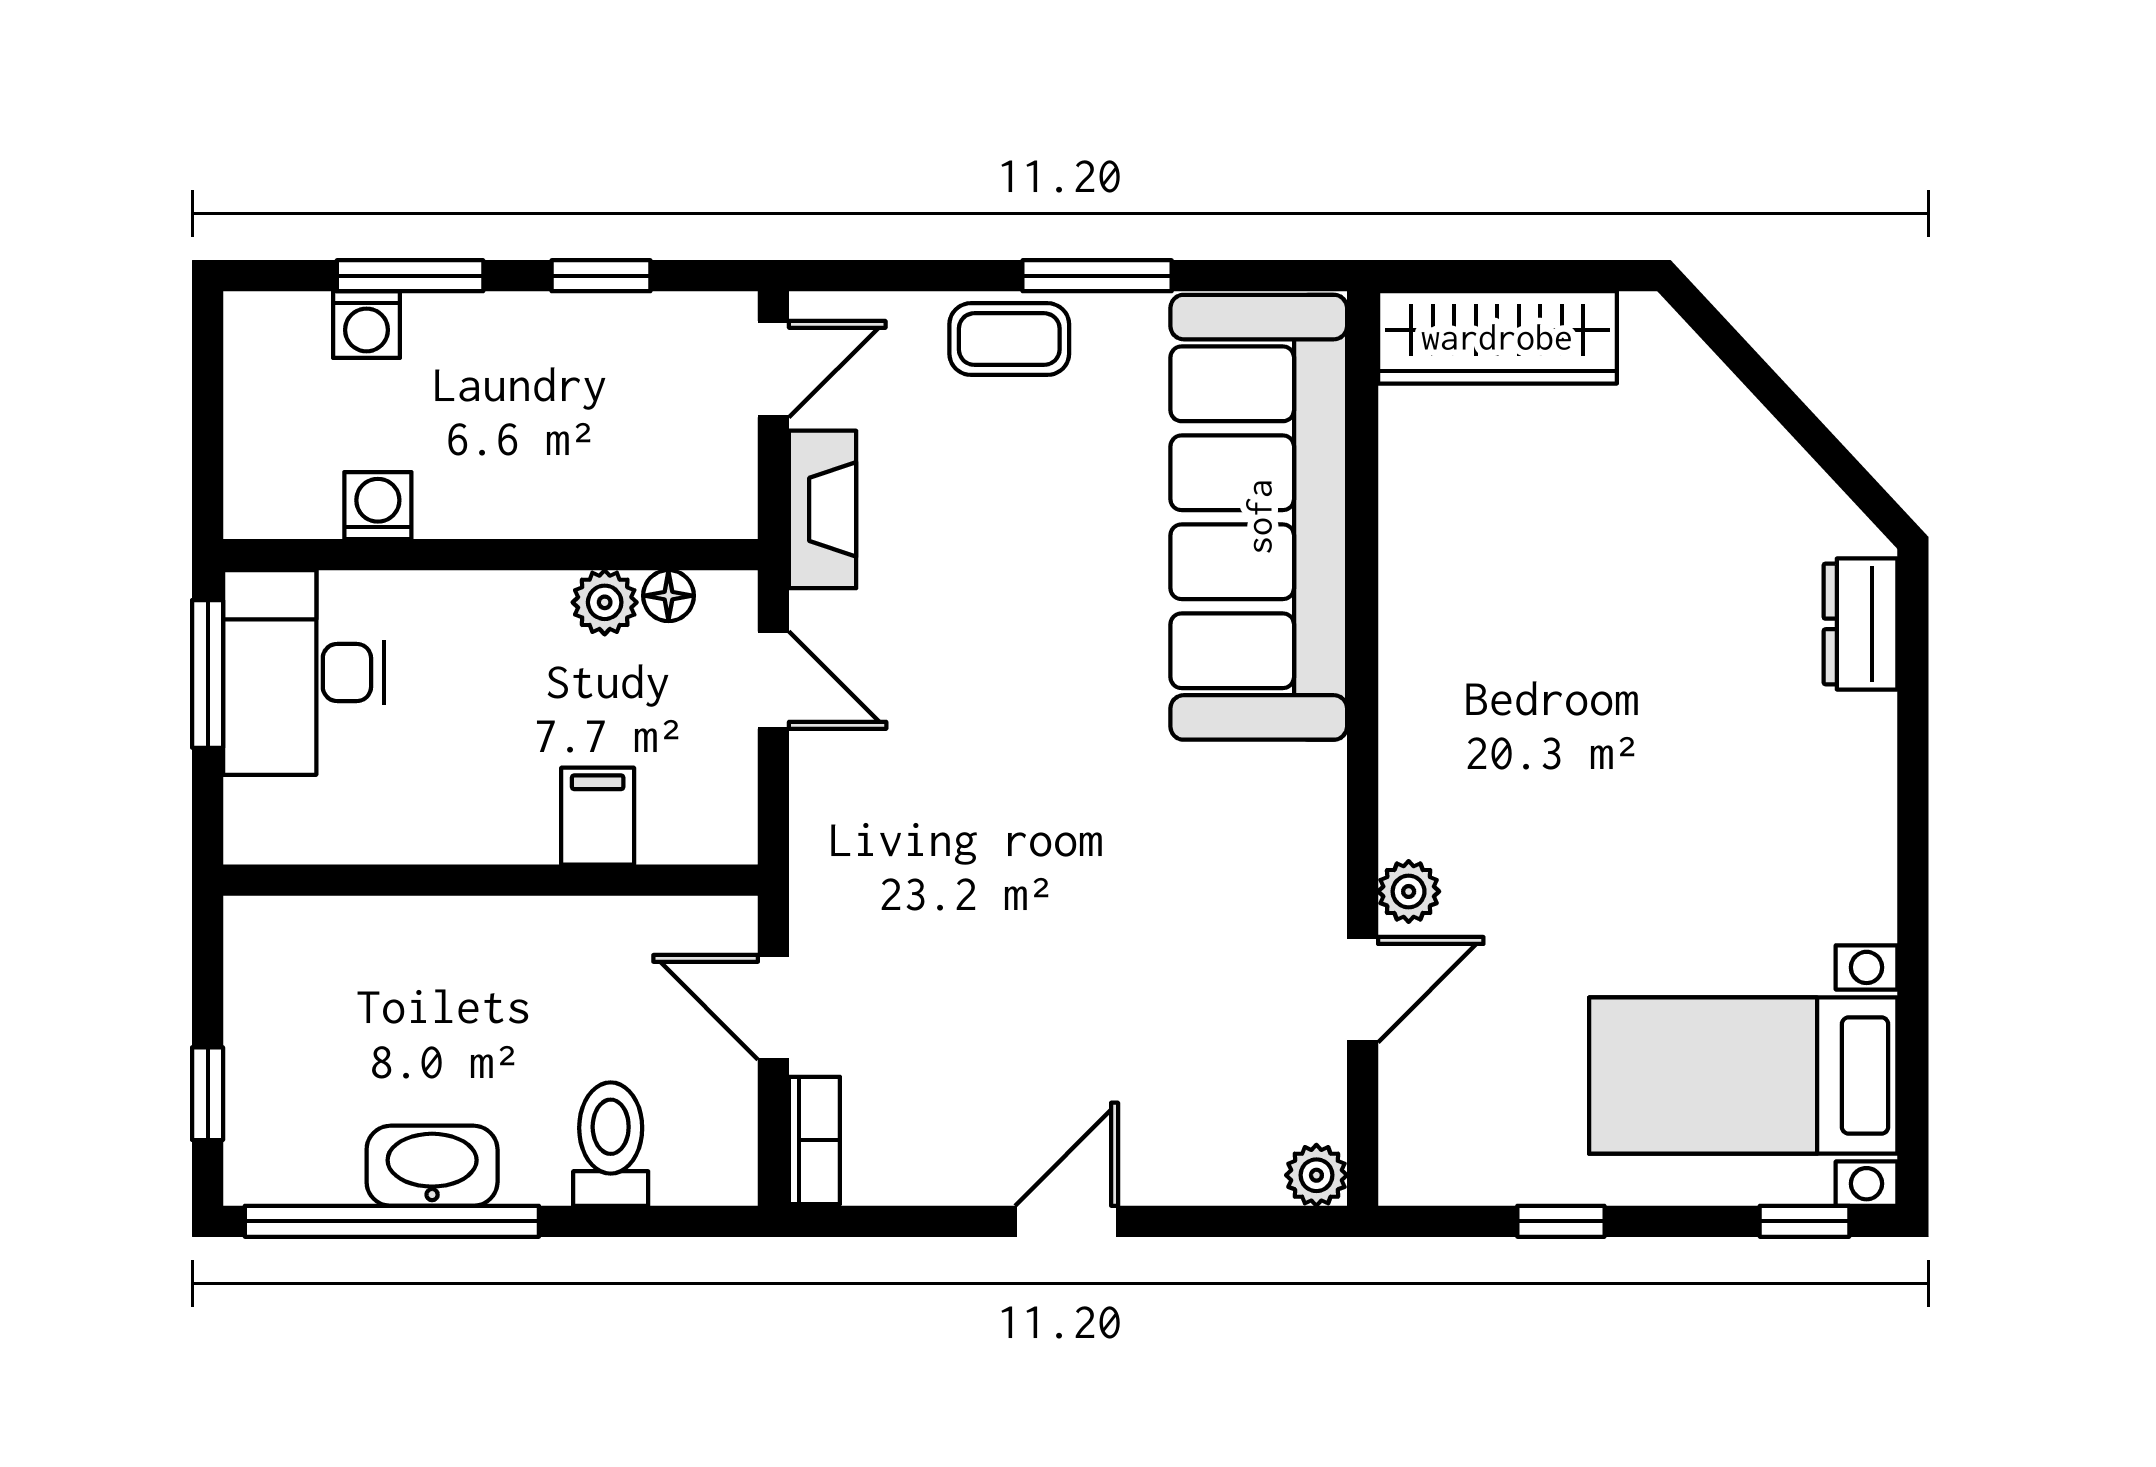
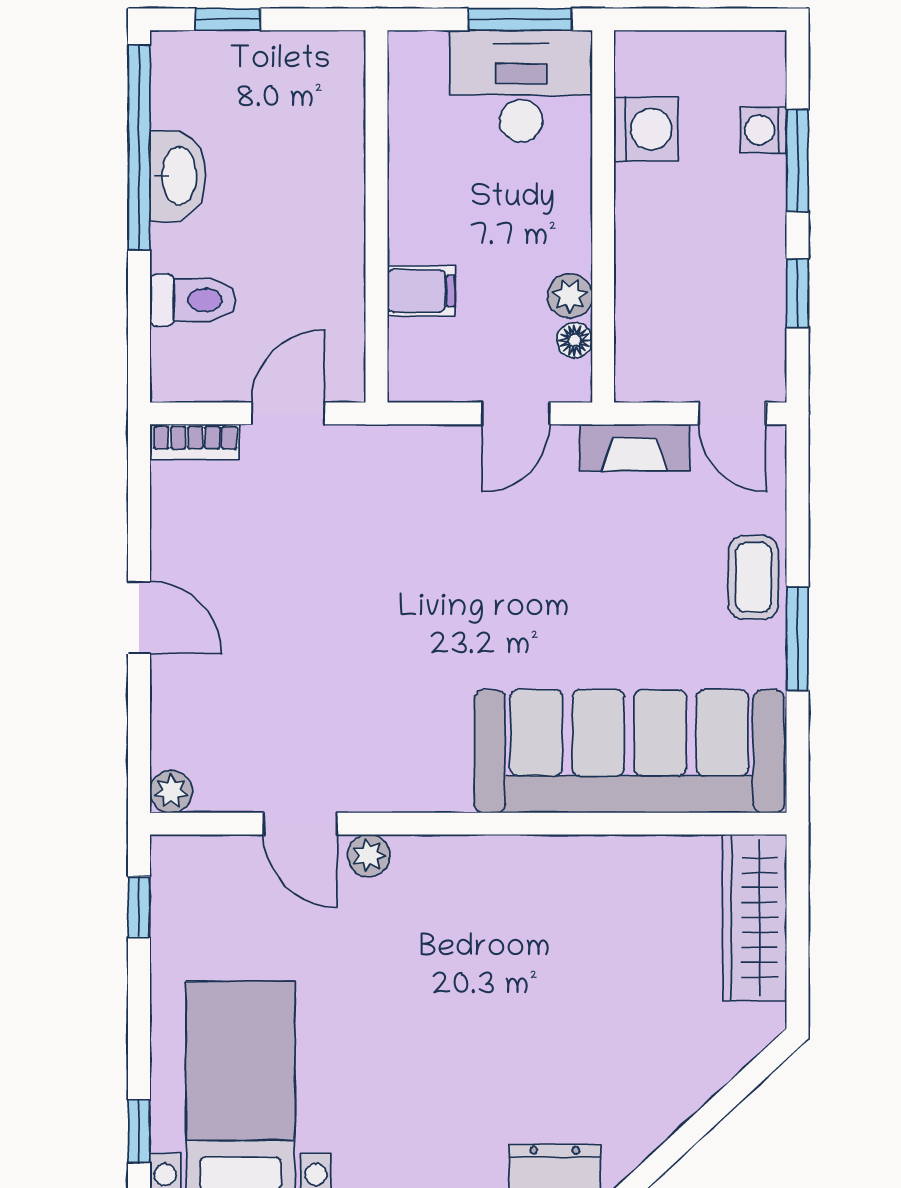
washing machine: (378, 506) -> (646, 129), width x1.38, depth x1.38
window: (1561, 1221) -> (139, 907), moved

